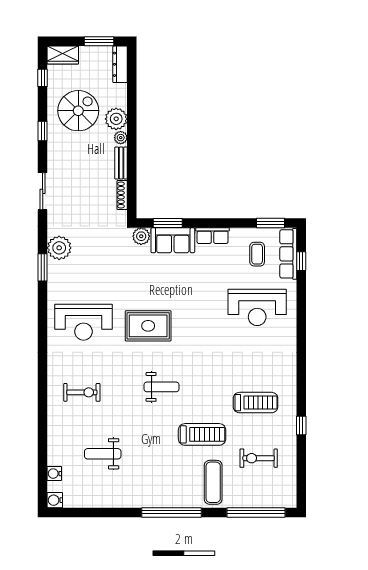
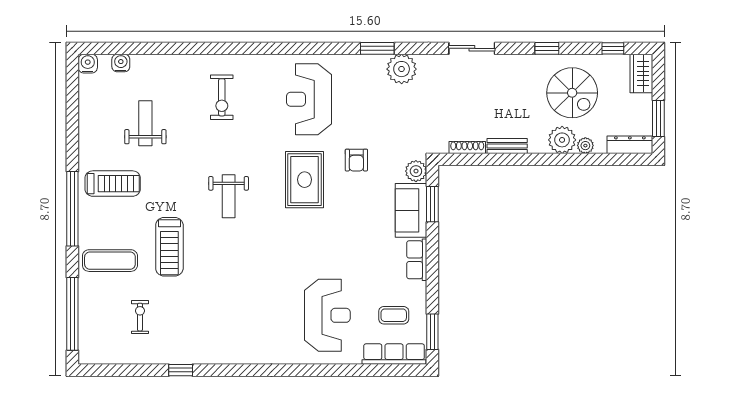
plant: (121, 138) -> (585, 146), moved
window: (301, 261) -> (385, 370), removed
armchair: (132, 284) -> (356, 160), added
reception desk: (257, 307) -> (327, 315), turned 180
treadmill: (256, 403) -> (113, 184), moved, turned -90
exercise bike: (259, 458) -> (140, 317), width x0.73, depth x0.72

